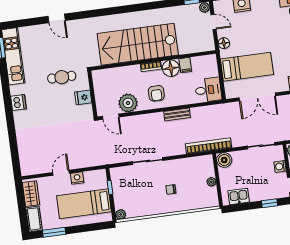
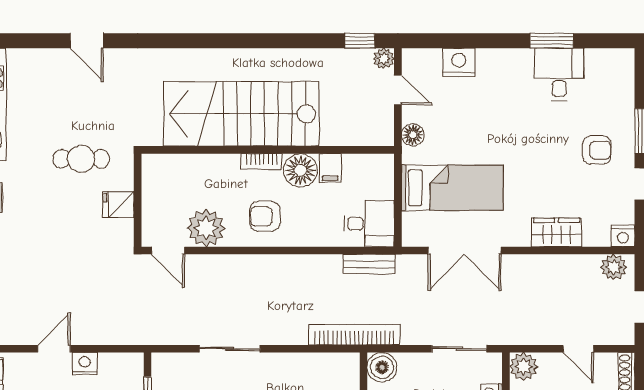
armchair: (156, 93) -> (265, 216), turned 90
bench: (177, 115) -> (369, 264), moved

